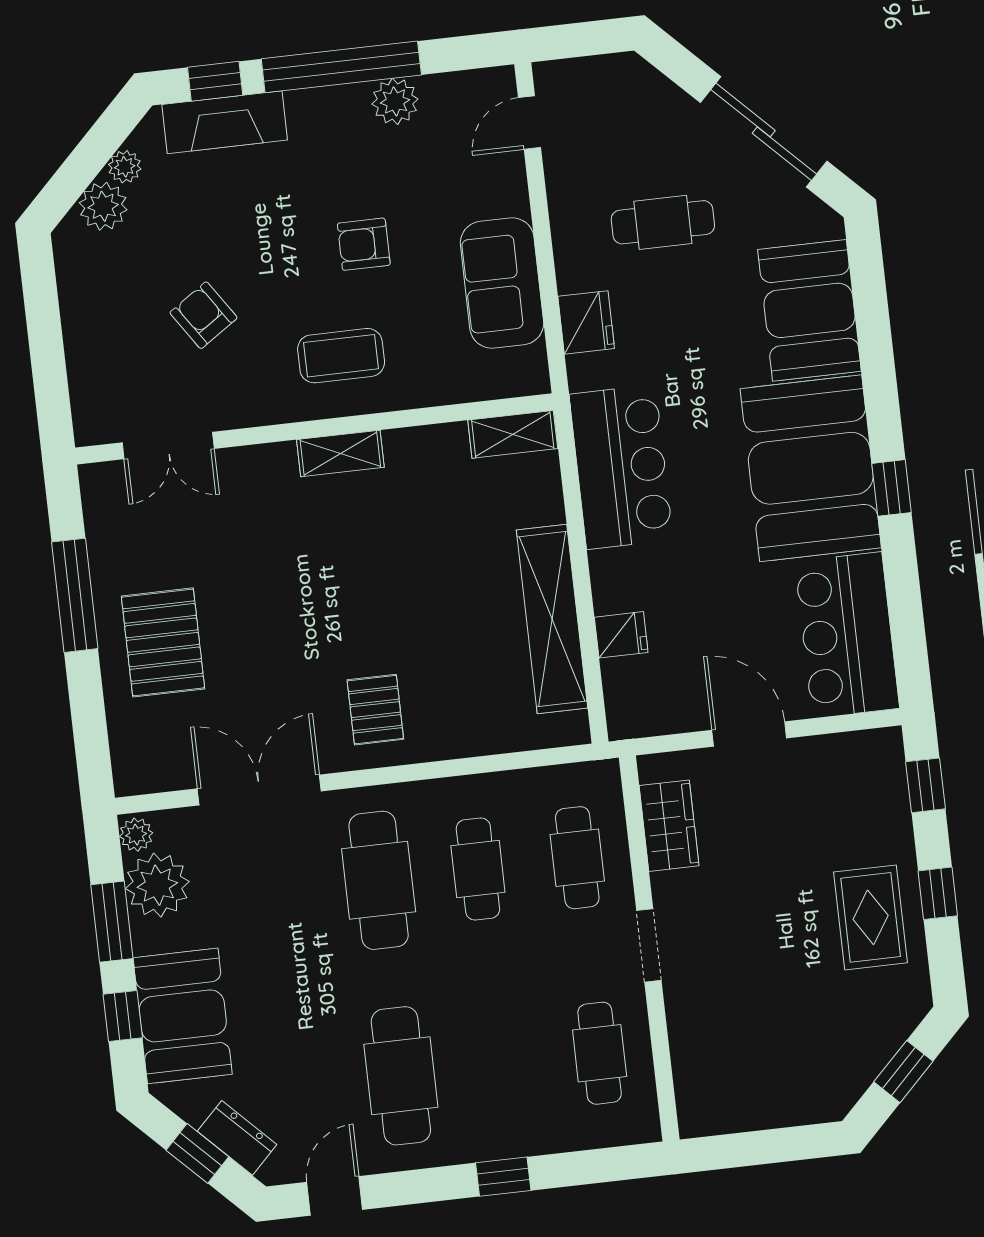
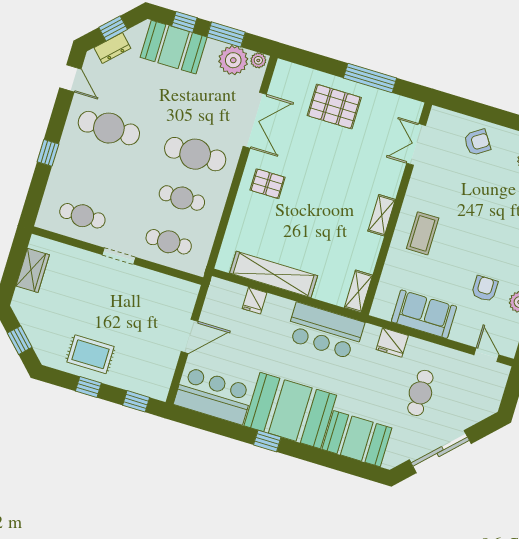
armchair: (364, 244) -> (485, 289), moved
armchair: (204, 315) -> (477, 142), moved
wardrobe: (669, 826) -> (33, 270), moved, turned -90

